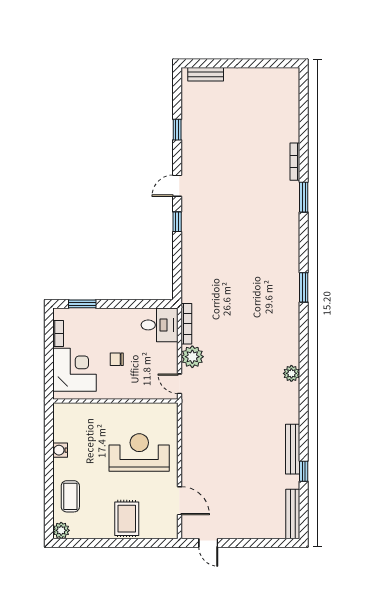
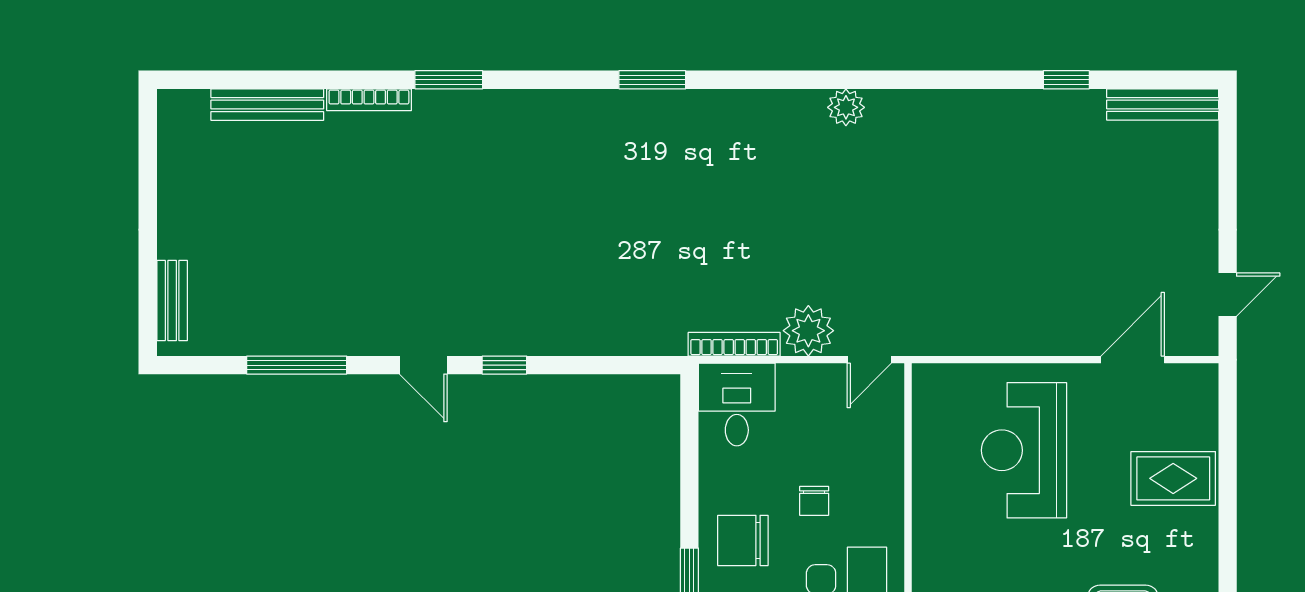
window: (177, 130) -> (297, 365), width x2.17
chair: (99, 328) -> (743, 540), added
bench: (293, 449) -> (267, 105), moved

